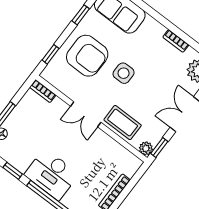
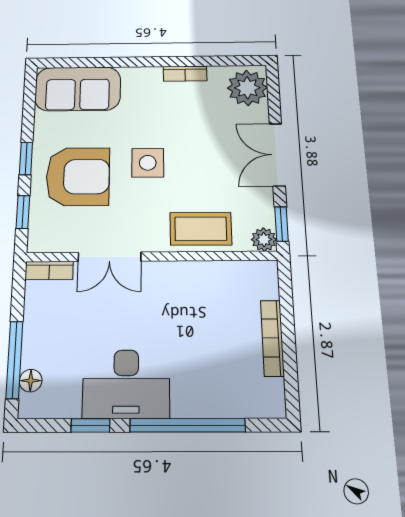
window: (81, 15) -> (26, 159), moved
double door: (86, 114) -> (110, 257), moved
desk: (52, 174) -> (126, 384), moved

